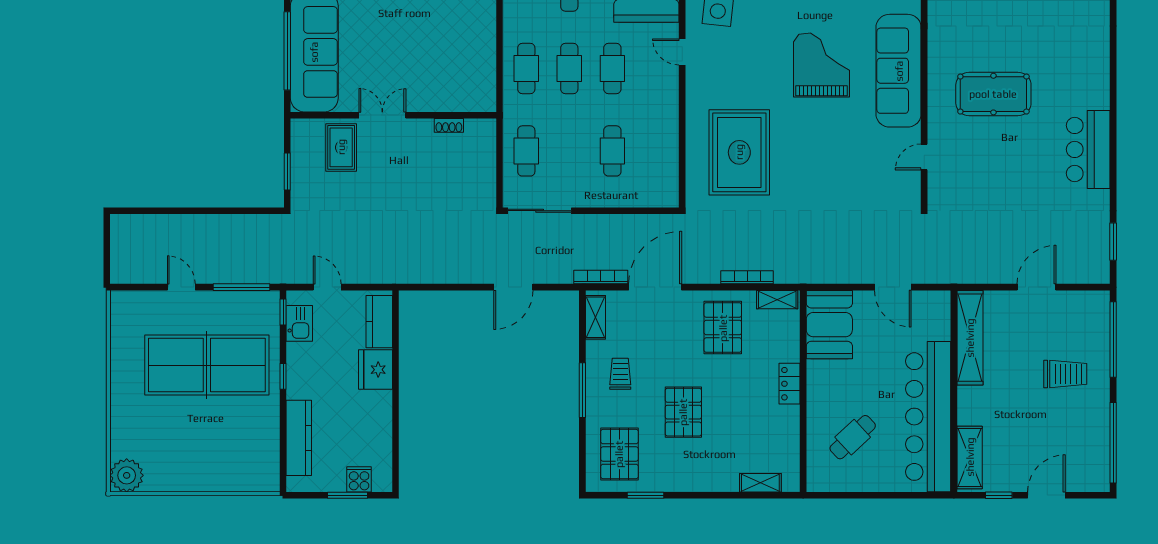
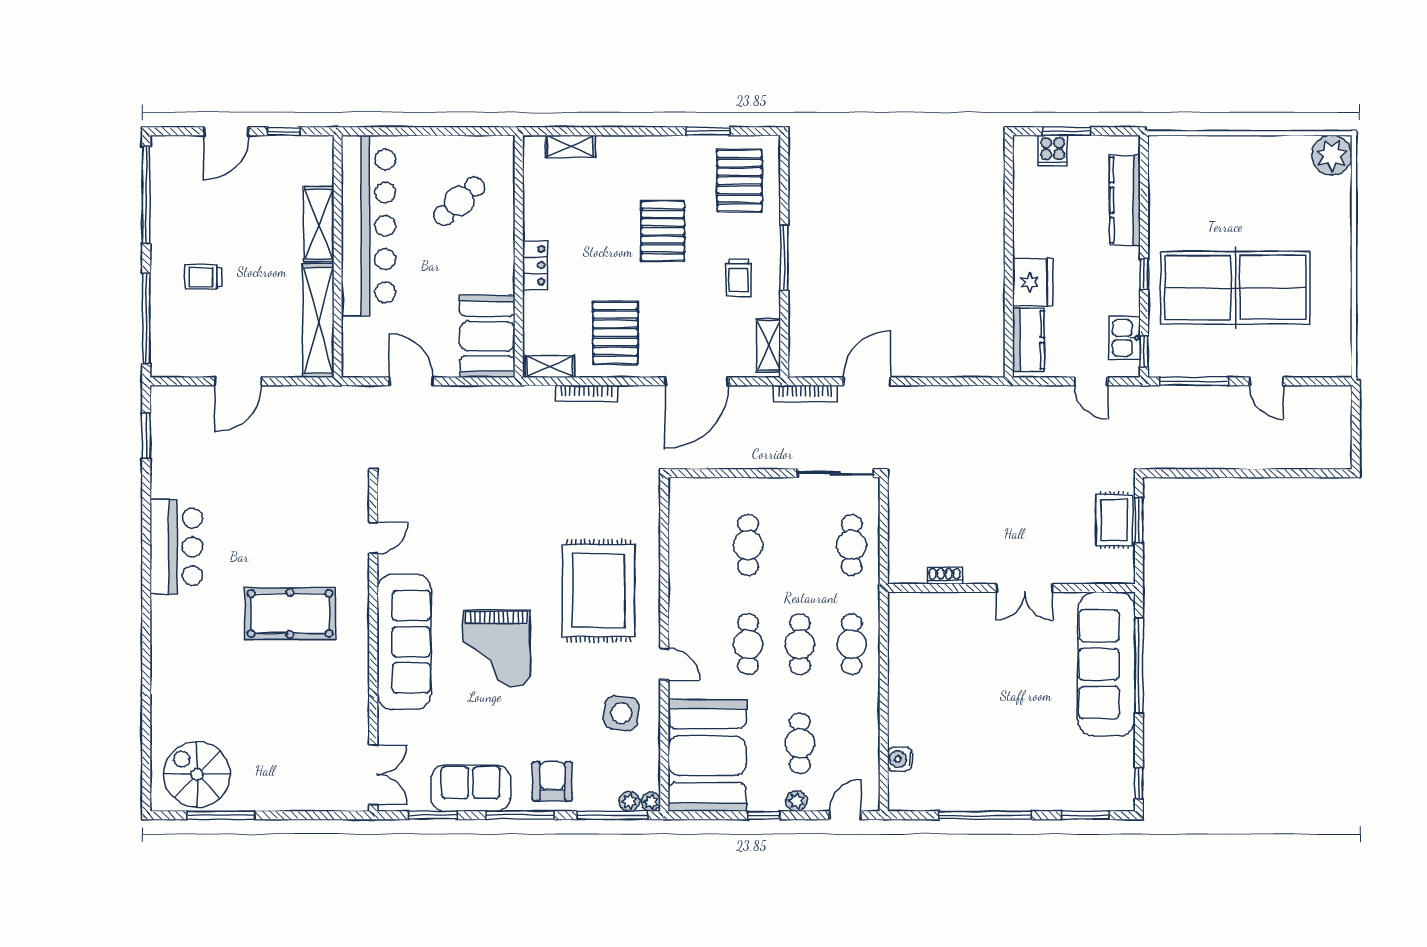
rug: (341, 147) -> (1114, 520), moved
rug: (739, 152) -> (599, 591), moved
bookcase: (601, 277) -> (805, 393), moved
trolley: (1065, 374) -> (204, 277), width x0.73, depth x0.72
shelving: (970, 457) -> (319, 224), moved

